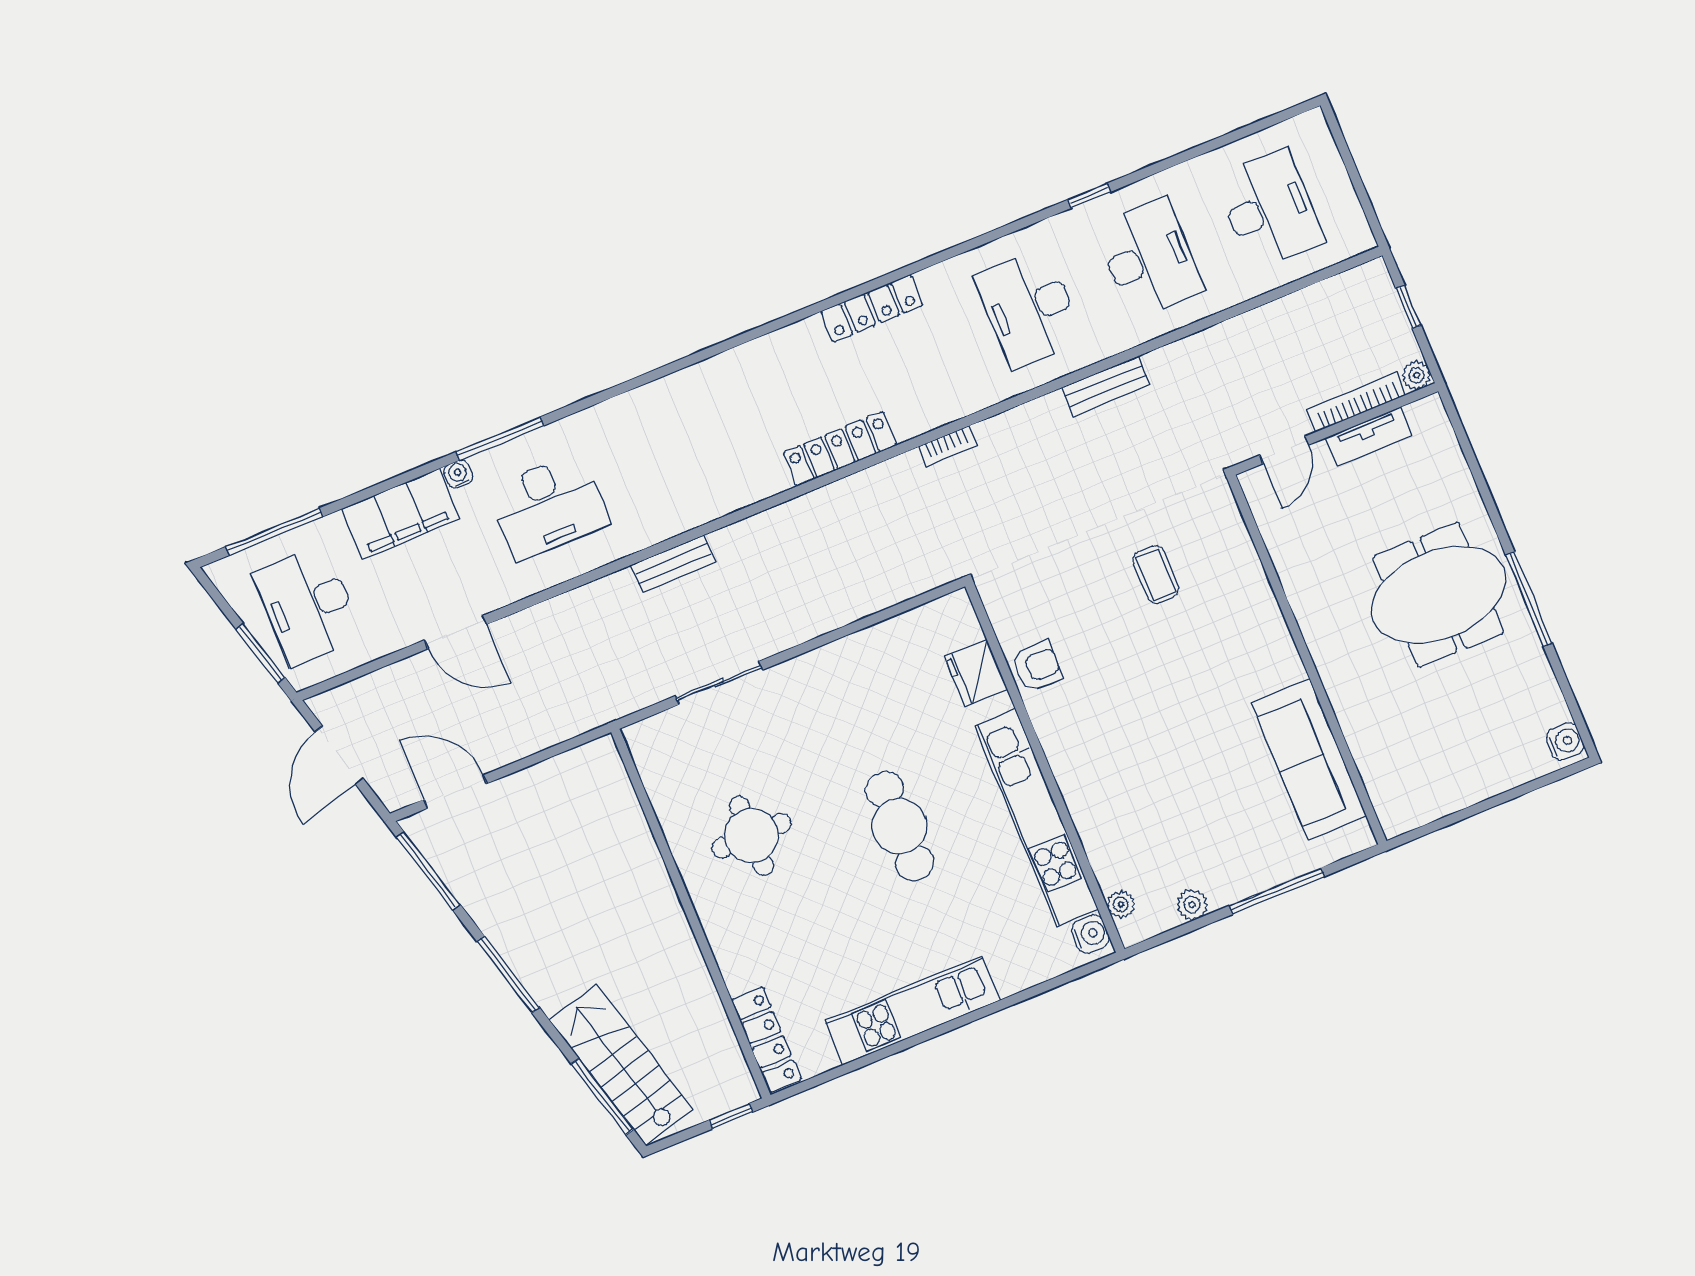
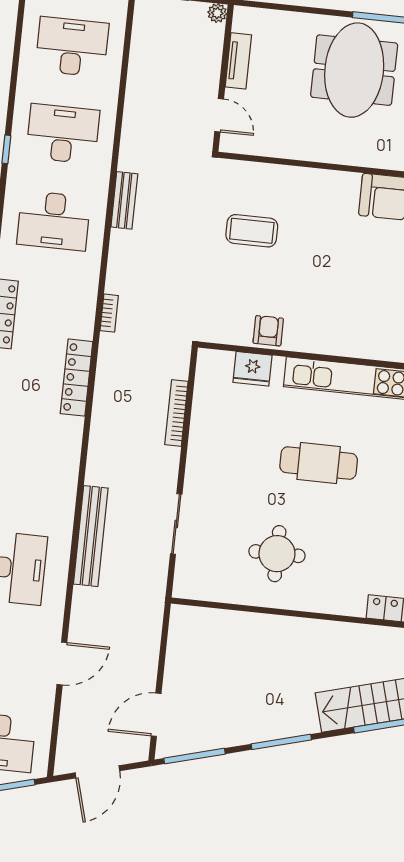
bookcase: (1356, 402) -> (176, 413), moved
bench: (673, 564) -> (91, 536), width x1.86, depth x1.21
coffee table: (1156, 574) -> (252, 231), width x1.36, depth x1.30
door: (339, 755) -> (97, 772), hinge flipped

